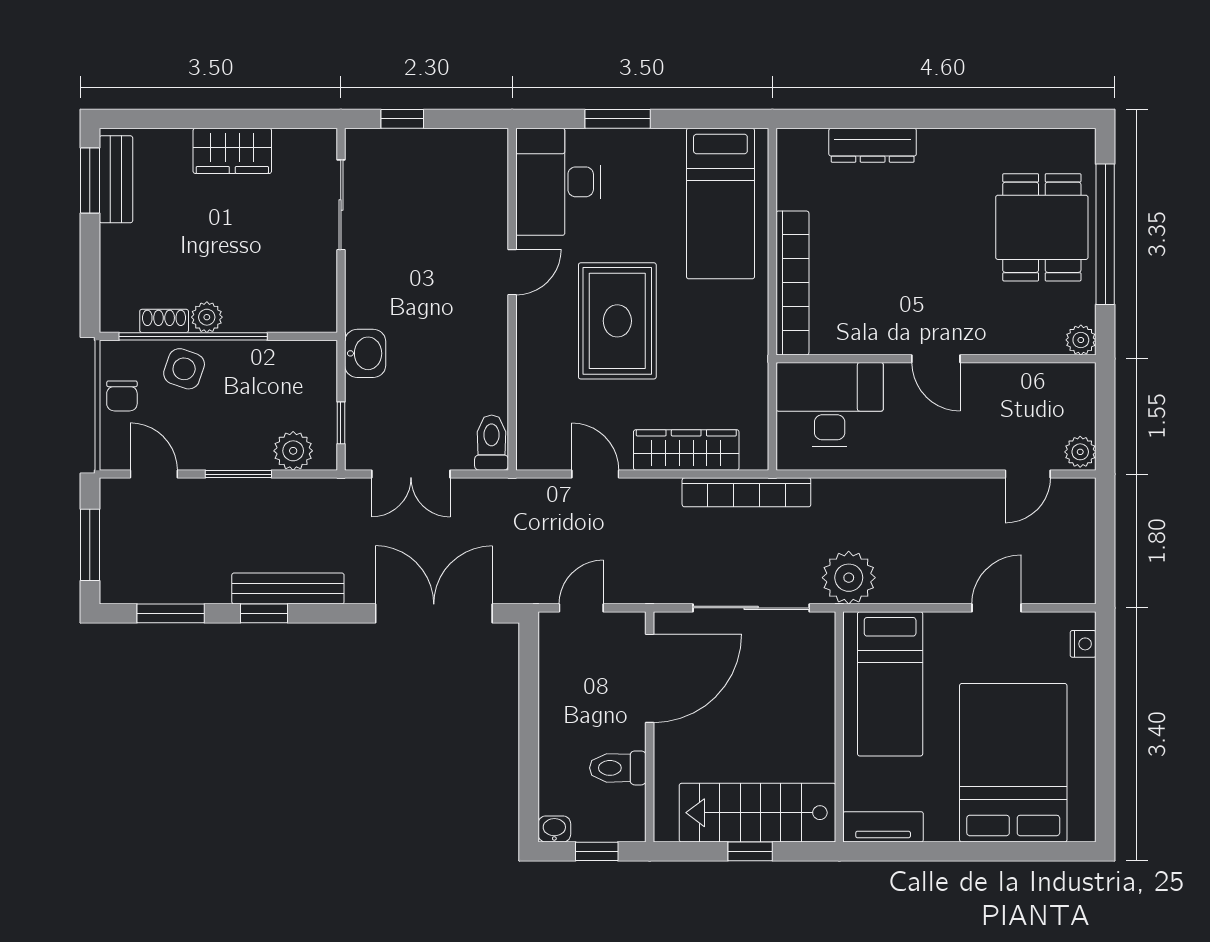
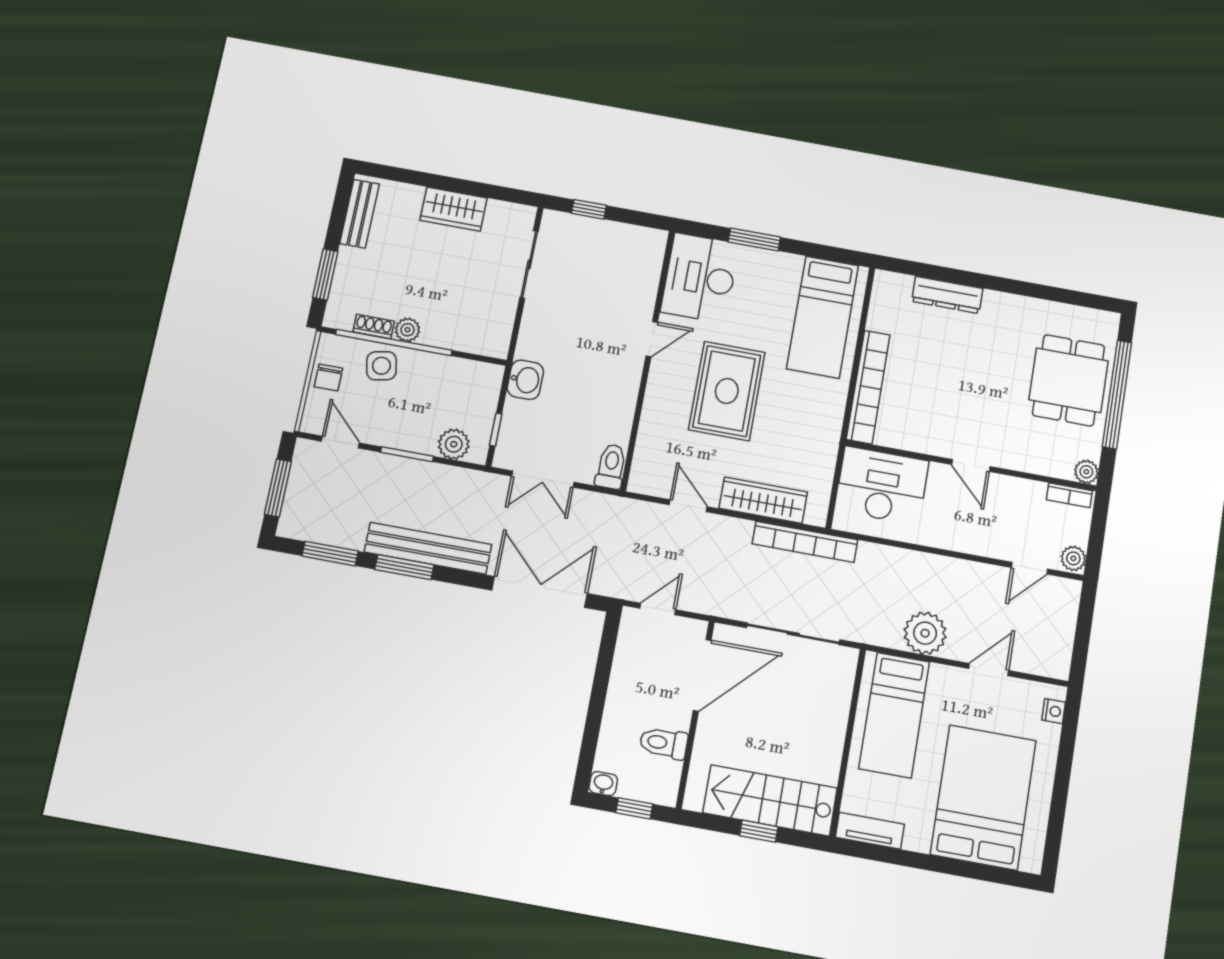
window: (90, 180) -> (325, 274), moved
side table: (184, 369) -> (381, 366), turned -30
bookcase: (1064, 374) -> (1069, 495), added
plant: (849, 578) -> (925, 633), moved
bench: (288, 588) -> (428, 548), width x1.37, depth x1.21
window: (264, 613) -> (404, 567), width x1.50

